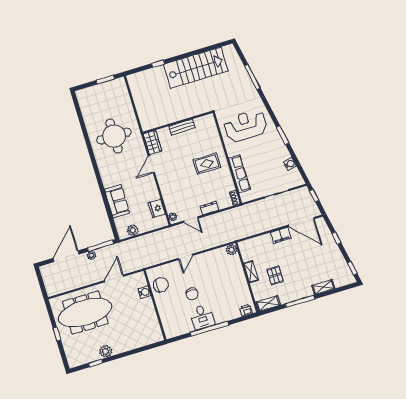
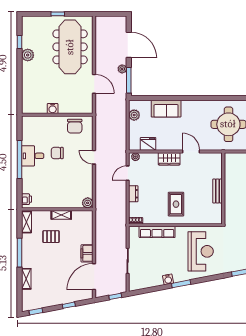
wardrobe: (153, 142) -> (169, 159), moved
water cooler: (290, 164) -> (168, 279), moved
water cooler: (144, 292) -> (53, 108), moved

